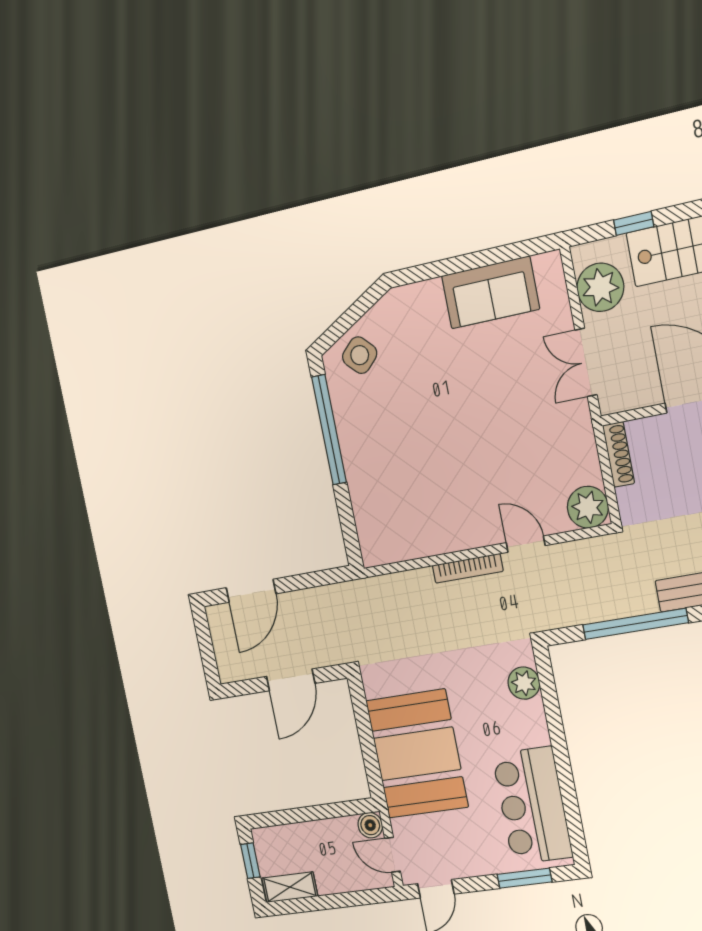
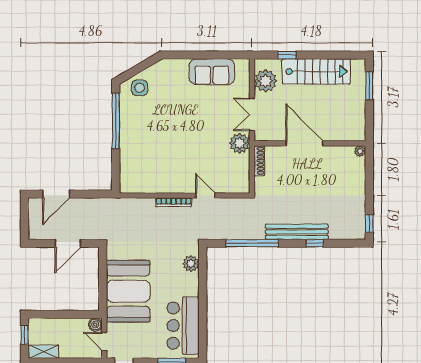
side table: (360, 355) -> (140, 88), turned 45
plant: (588, 507) -> (240, 143), moved

